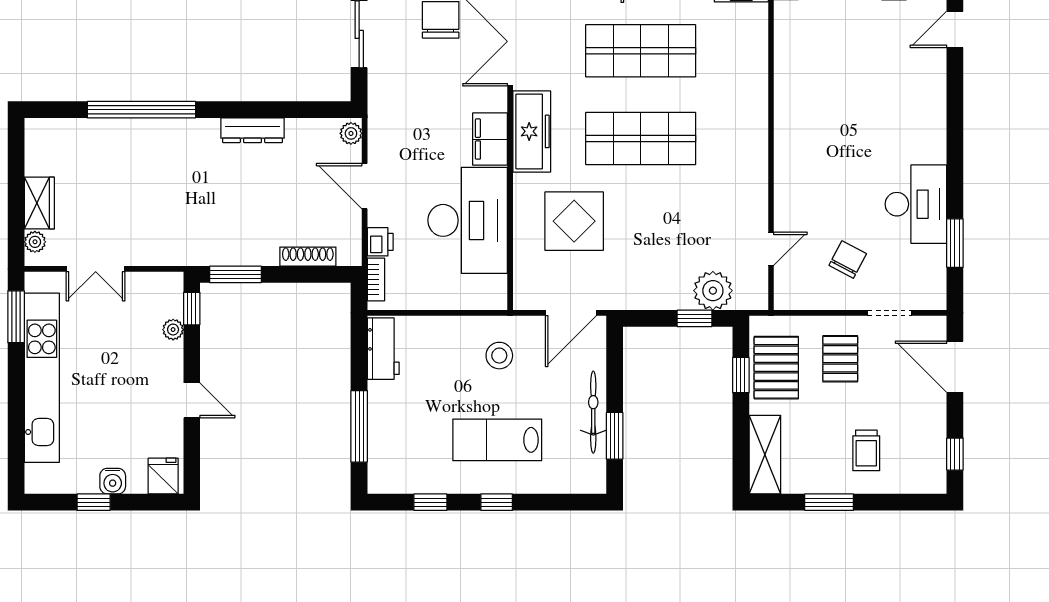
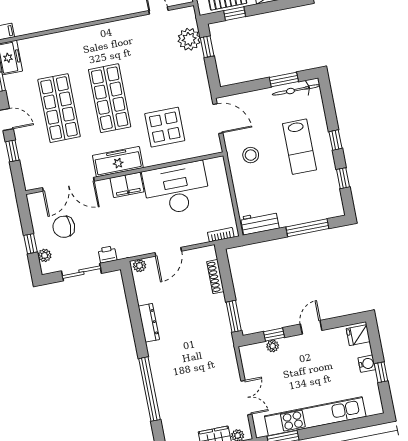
printer: (380, 242) -> (107, 254), moved
window: (192, 309) -> (274, 335), moved
bicycle: (593, 412) -> (296, 90), moved

